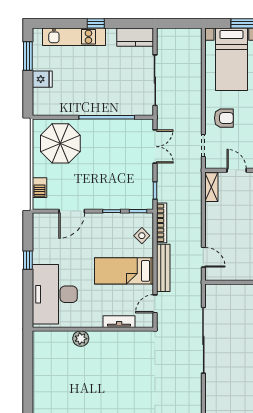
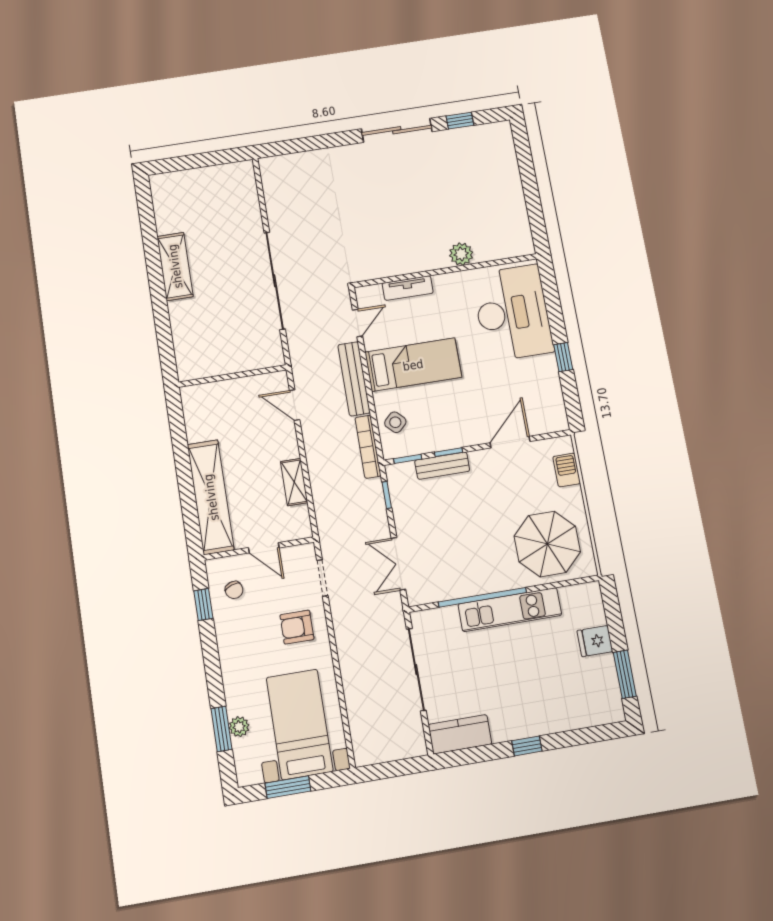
kitchen unit: (74, 37) -> (510, 610), moved, turned 180
shelving: (211, 187) -> (294, 482), moved
bench: (117, 203) -> (442, 466), added

